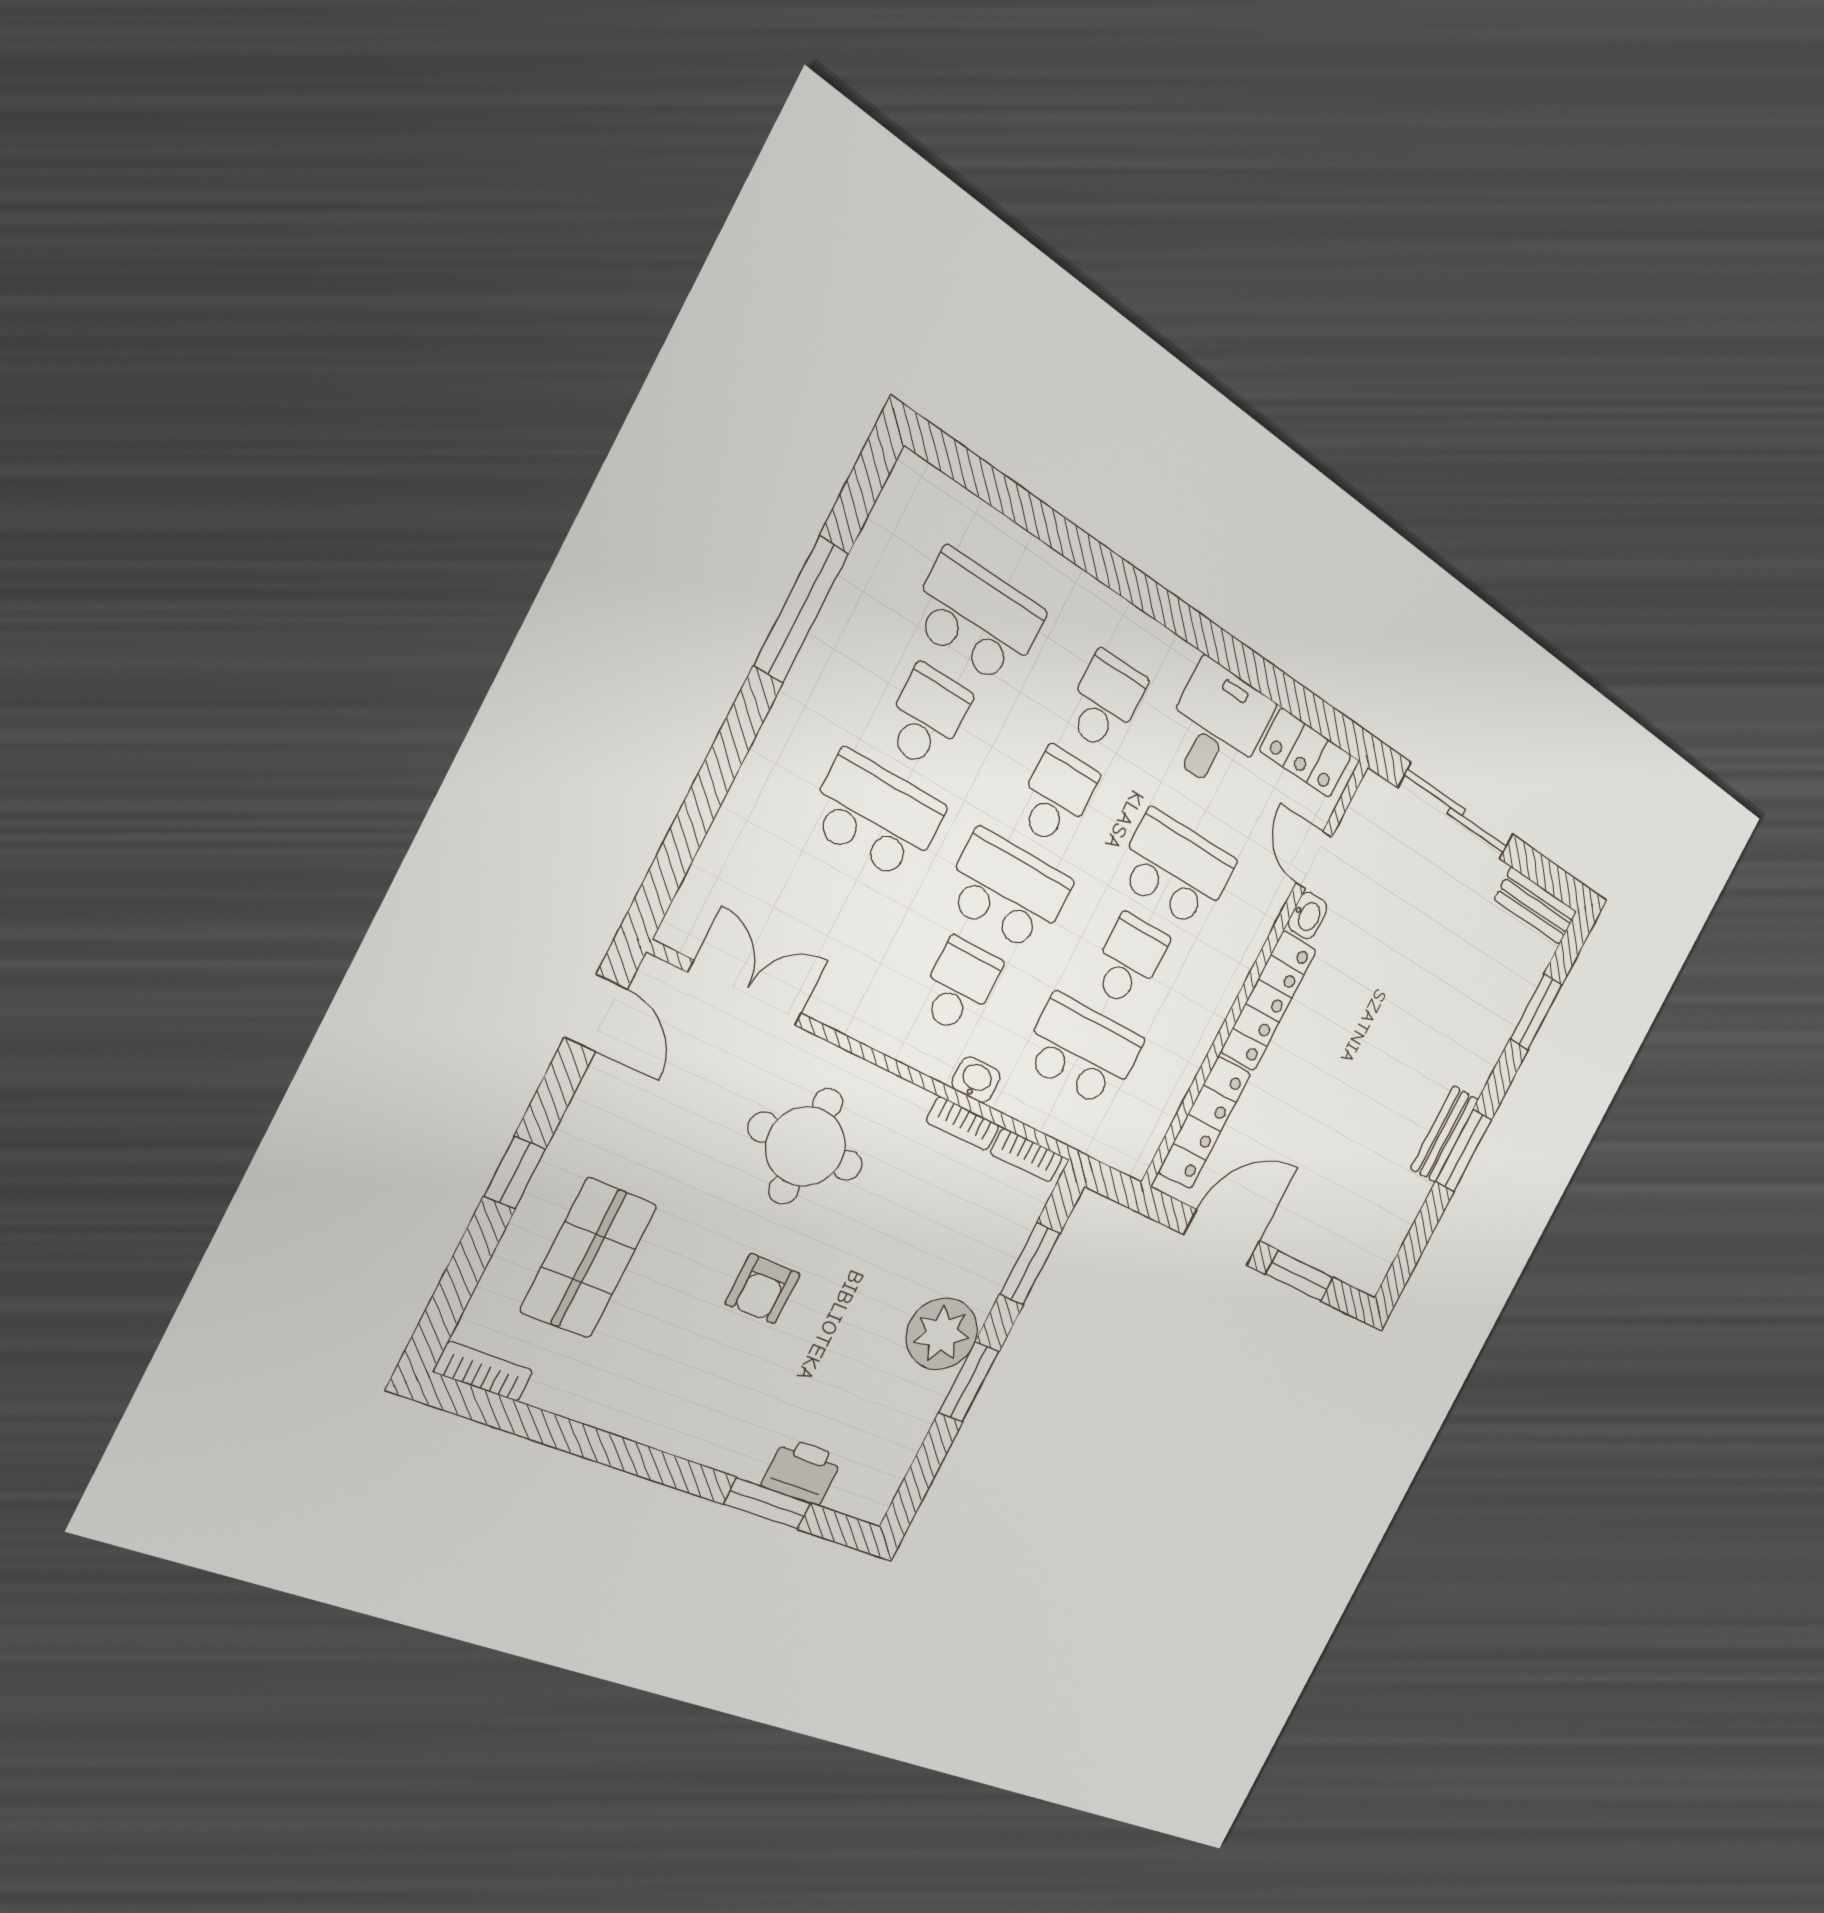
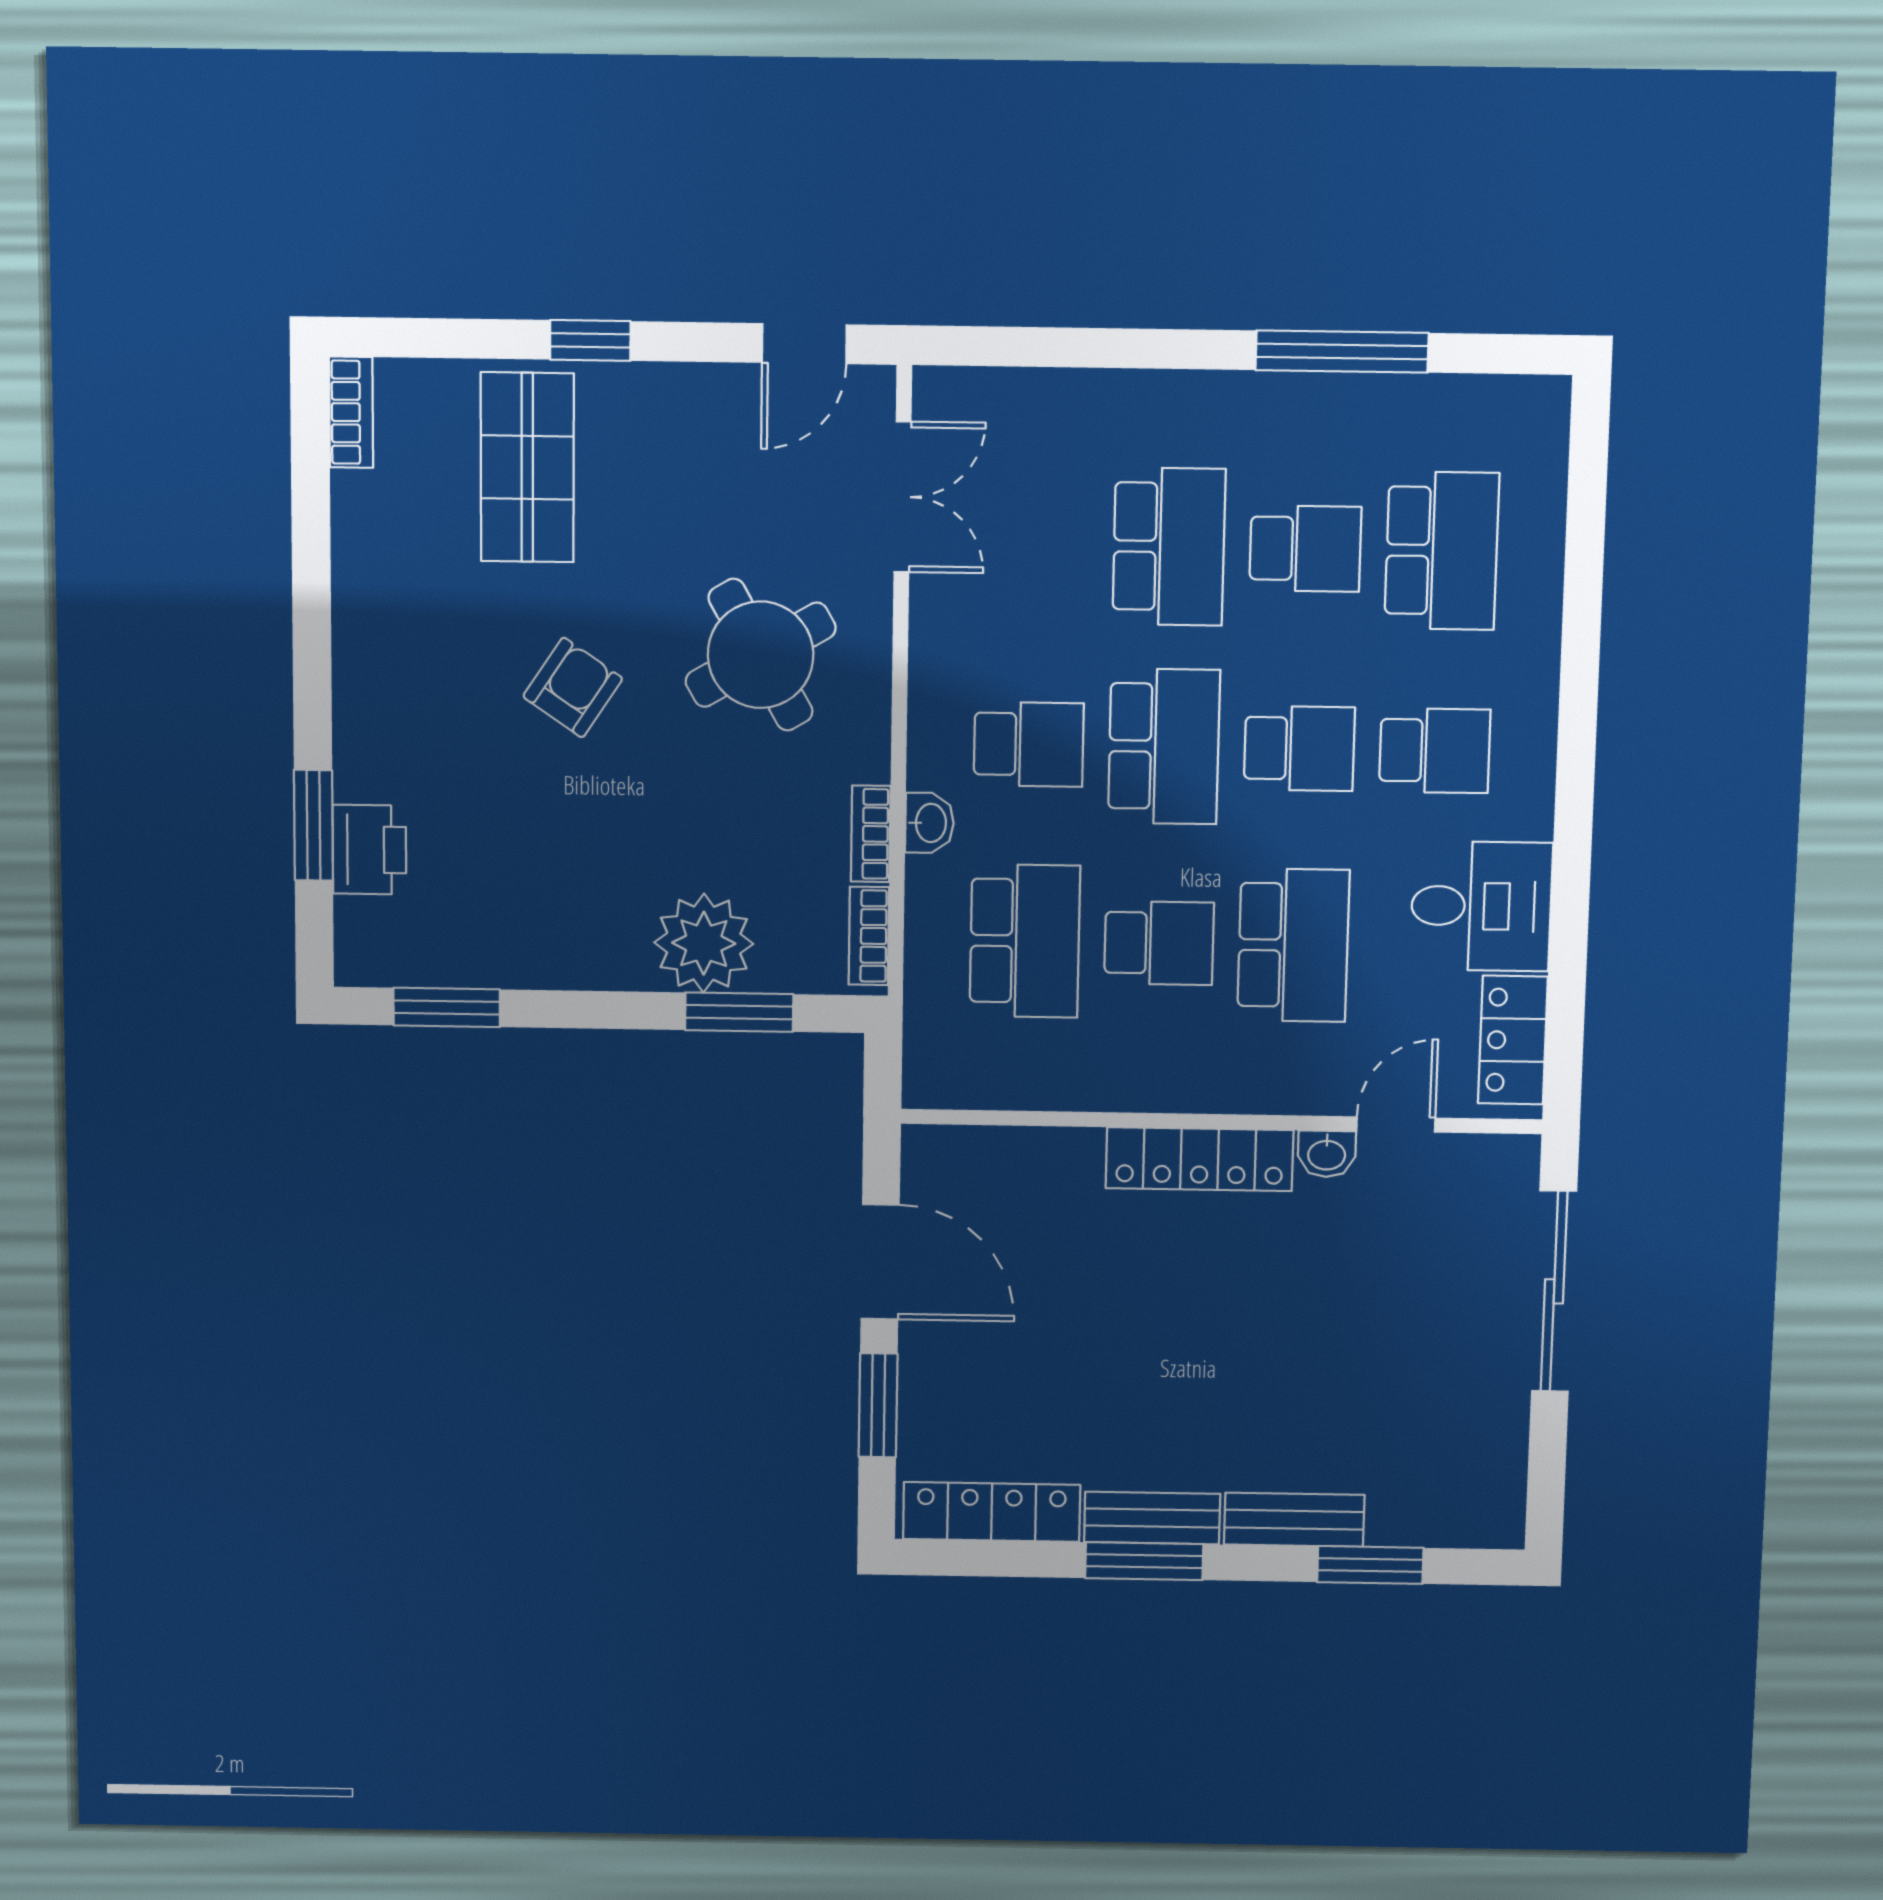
bench: (1536, 906) -> (1294, 1520), moved, turned 90
locker: (1205, 1123) -> (992, 1512), moved, turned 180
round table: (806, 1146) -> (761, 655), turned -30
shop shelf: (589, 1258) -> (527, 467), turned 90
armchair: (763, 1289) -> (573, 688), turned 124
plant: (942, 1334) -> (704, 943), moved
window: (969, 1382) -> (447, 1007), moved

